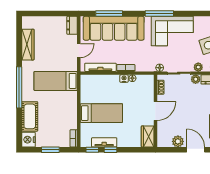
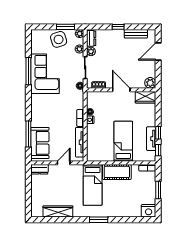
window: (159, 14) -> (28, 71), moved
sofa: (114, 28) -> (40, 143), width x0.54, depth x0.79
door: (79, 51) -> (64, 163), hinge flipped
window: (19, 87) -> (99, 220), width x0.47
cot: (30, 116) -> (117, 172), moved
plant: (178, 141) -> (150, 83), moved

